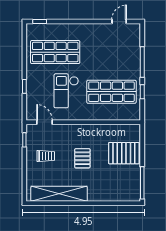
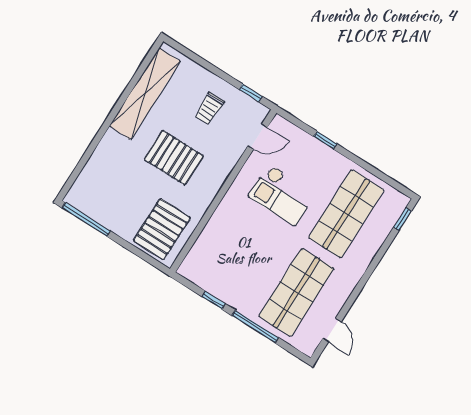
checkout: (66, 91) -> (282, 195), turned 180
shop shelf: (111, 92) -> (296, 292), moved
pallet: (124, 153) -> (162, 229), moved
pallet: (82, 158) -> (174, 158), width x1.50, depth x1.42

